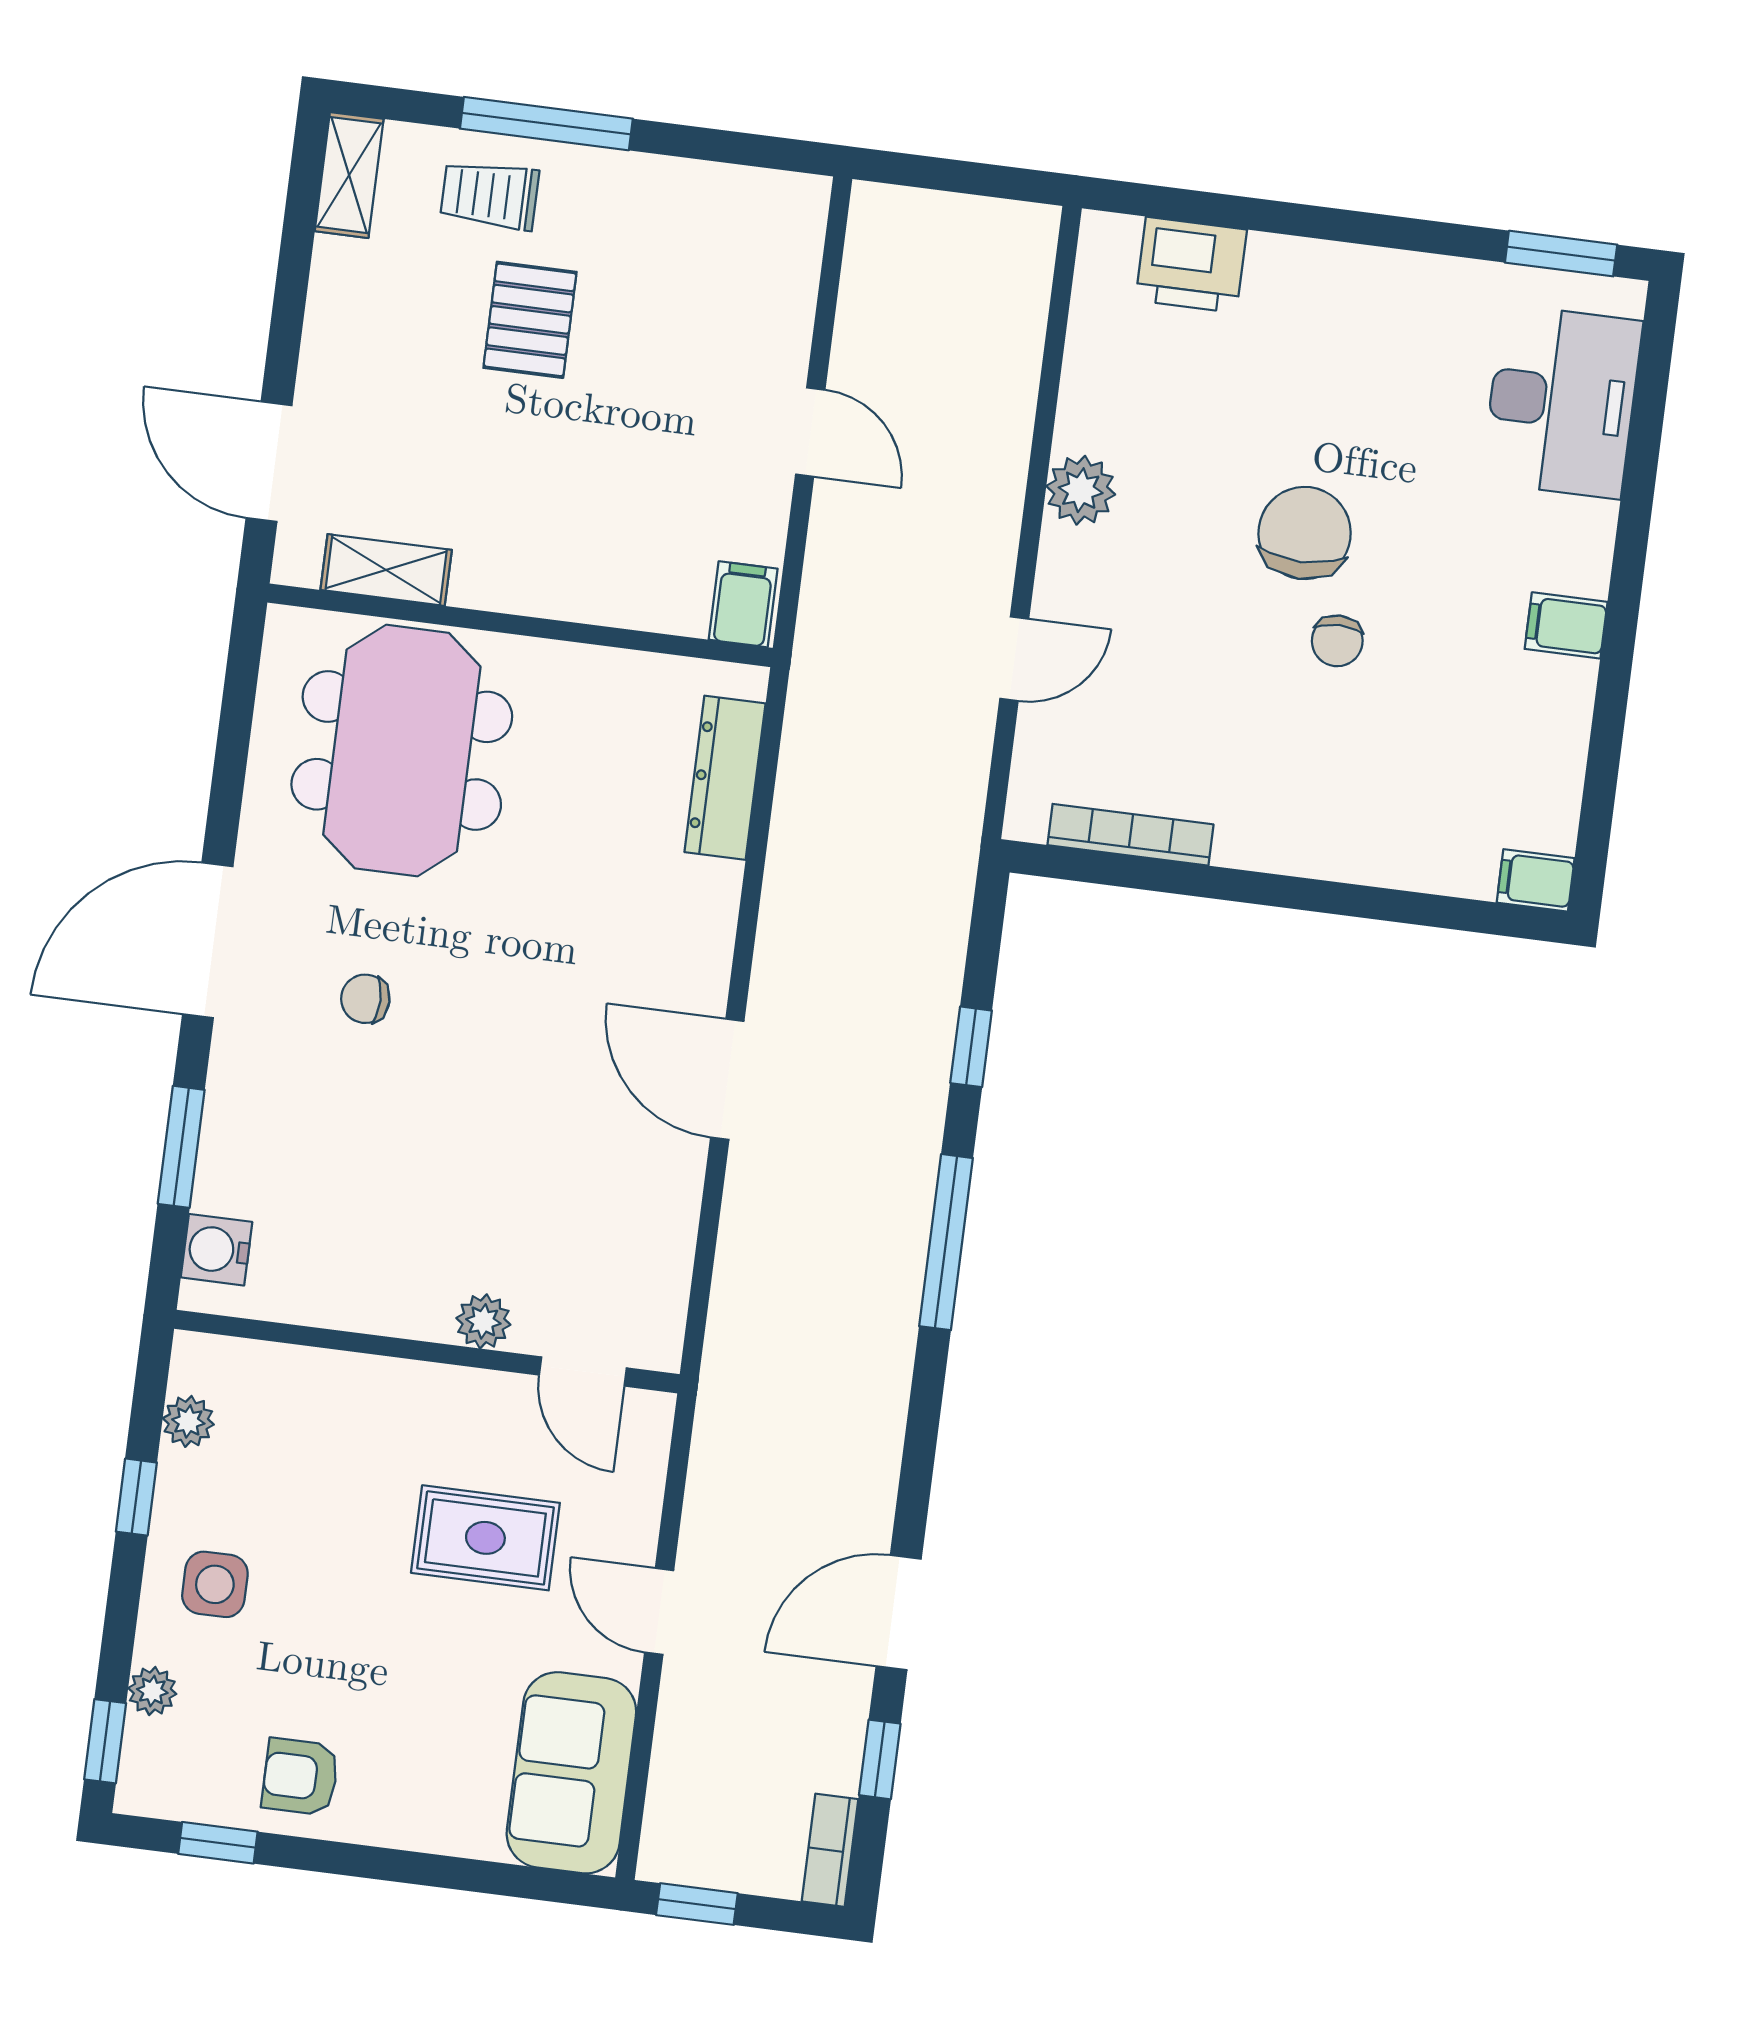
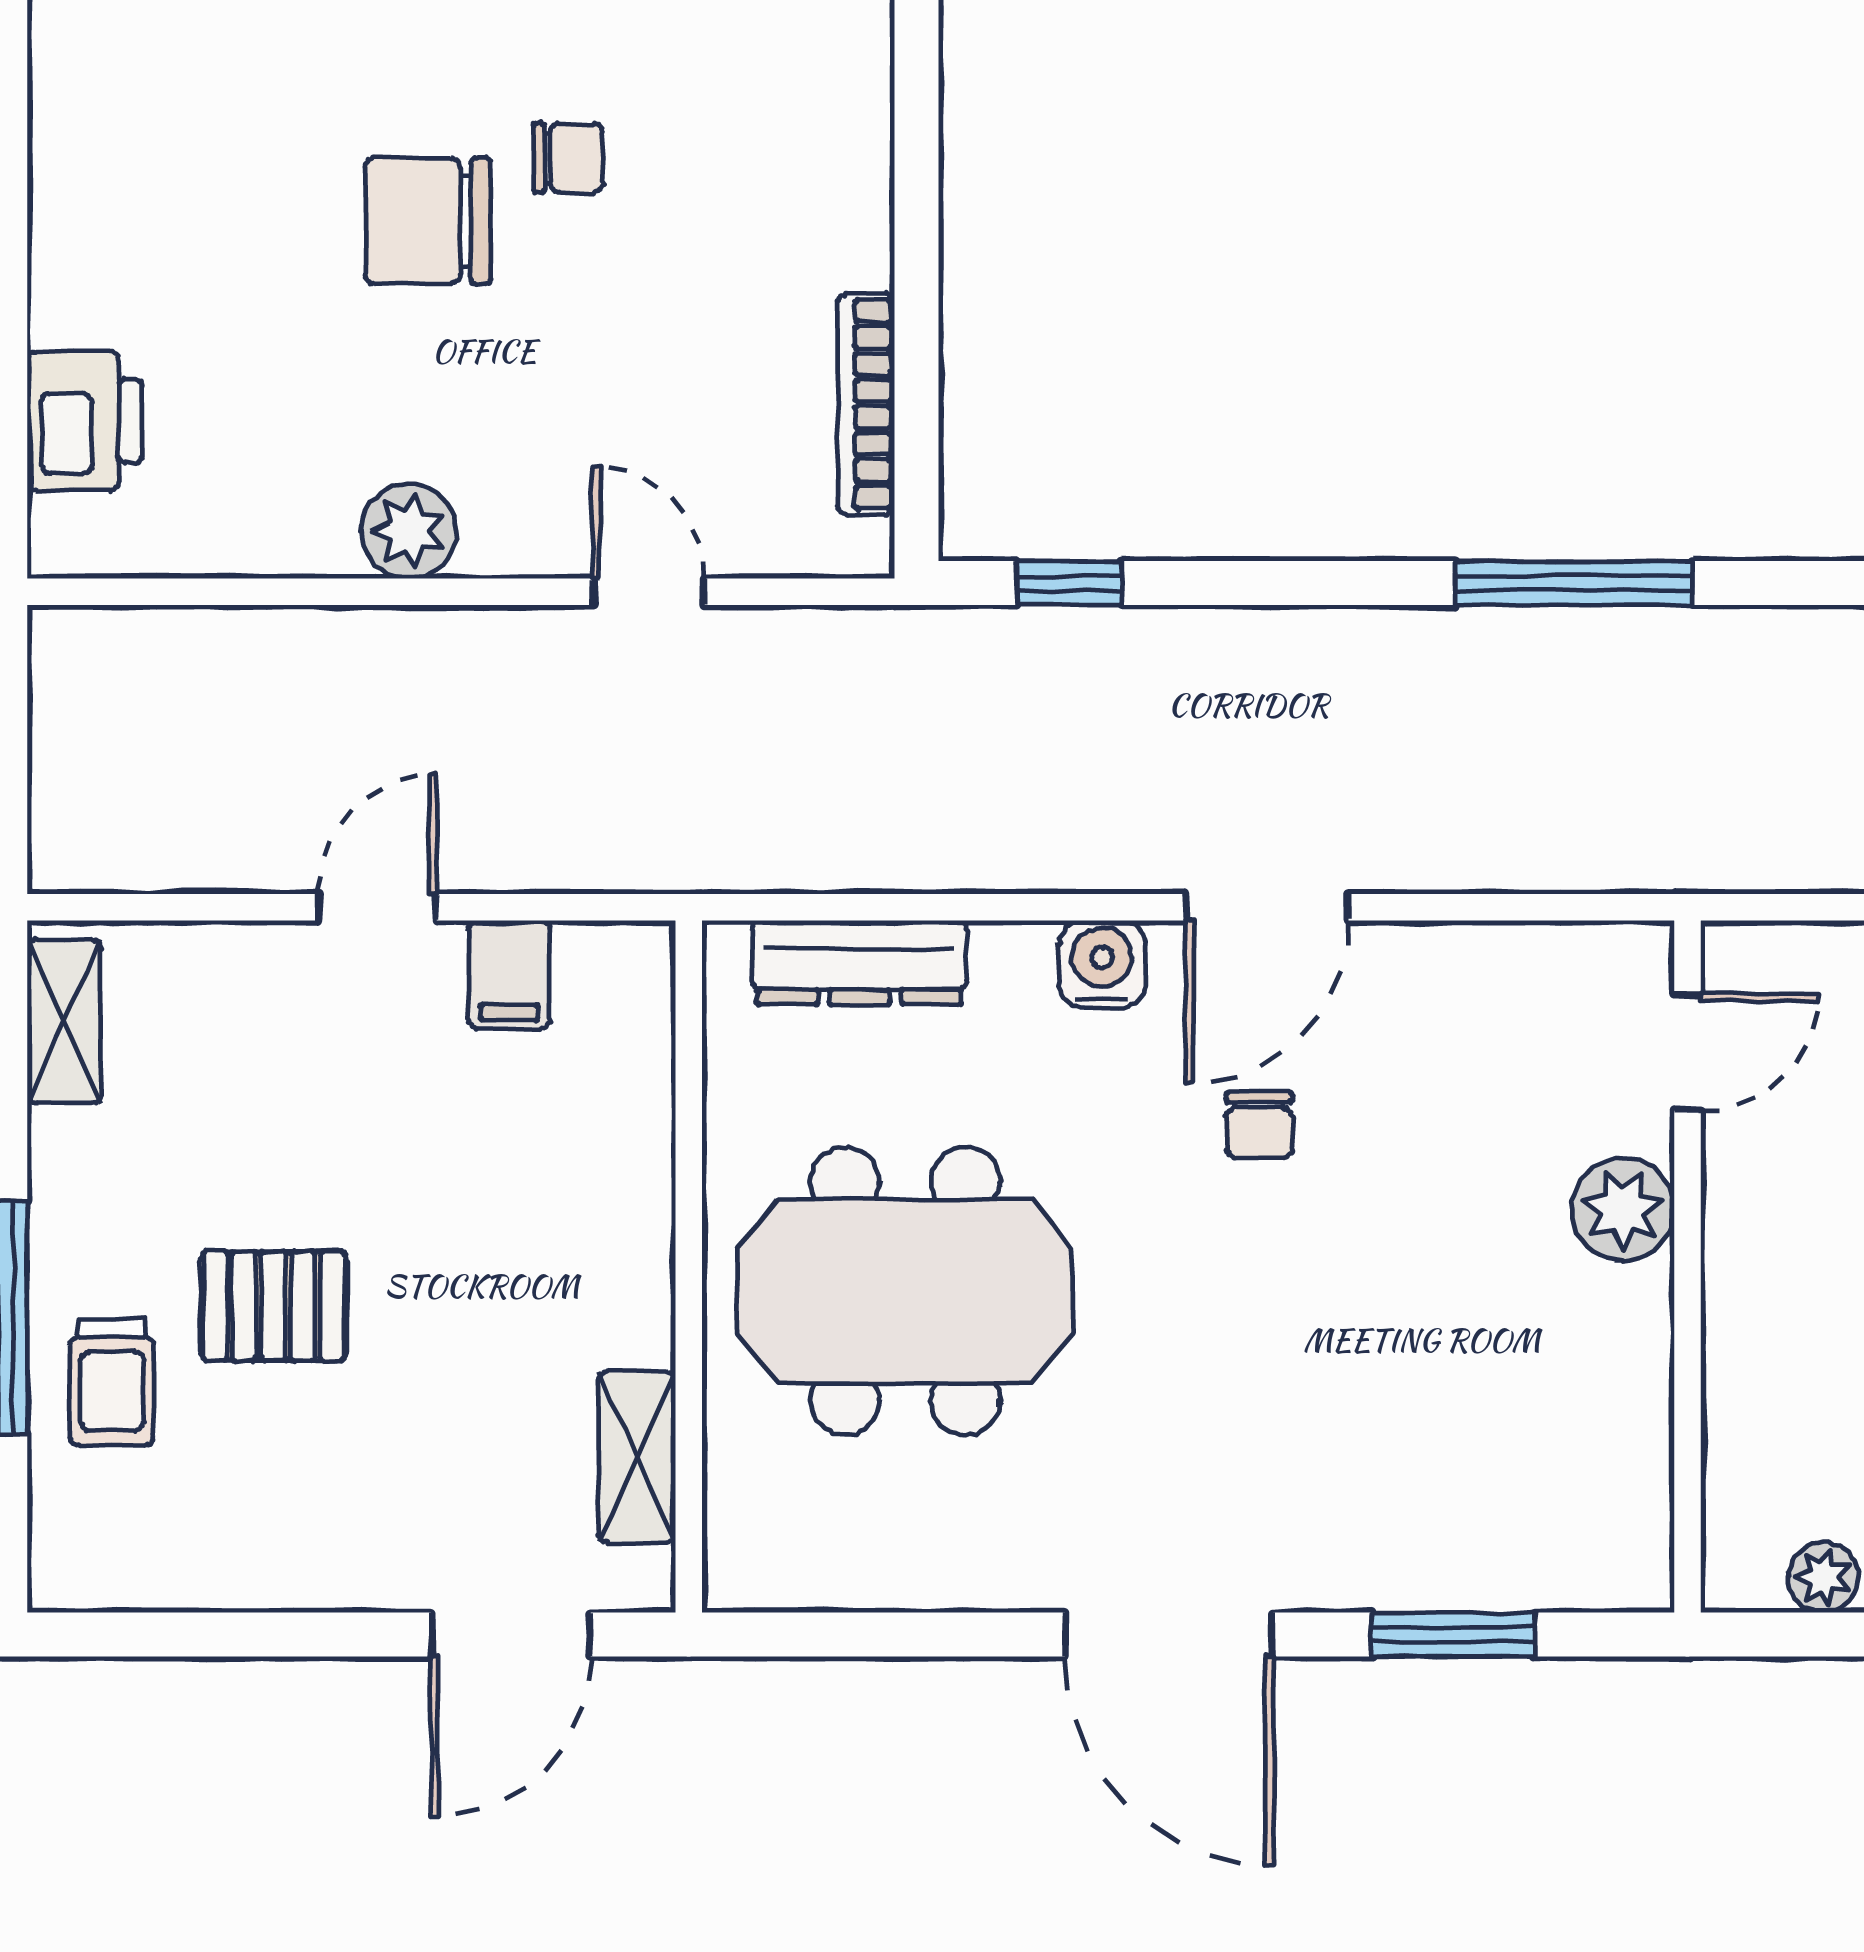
shelving: (349, 175) -> (64, 1021), moved, turned 90
filing cabinet: (743, 604) -> (509, 974), moved, turned -90
meeting table: (402, 751) -> (905, 1291), moved
chair: (365, 999) -> (1259, 1125), moved
window: (971, 1047) -> (1069, 583), moved
window: (946, 1242) -> (1574, 583), moved
water cooler: (217, 1250) -> (1102, 964), moved, turned 180
plant: (483, 1321) -> (1623, 1209), width x1.38, depth x1.38

